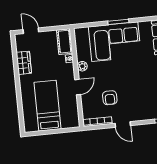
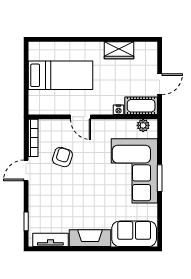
door: (31, 31) -> (160, 84), moved
plant: (82, 66) -> (143, 125), moved
armchair: (110, 98) -> (62, 157), turned 108

